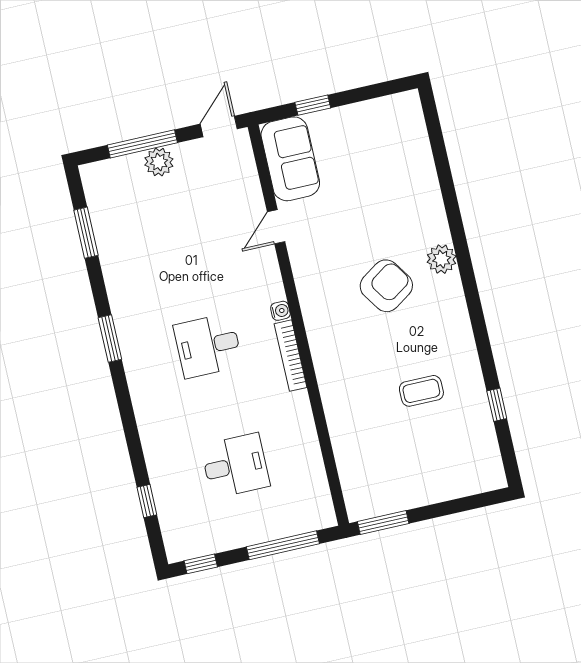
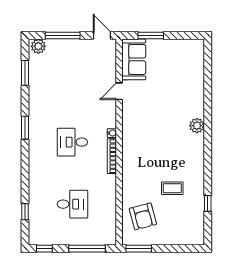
window: (313, 105) -> (151, 36), width x1.50
door: (219, 126) -> (102, 36), hinge flipped
plant: (159, 162) -> (38, 46), moved
armchair: (386, 286) -> (143, 216), moved, turned 109

